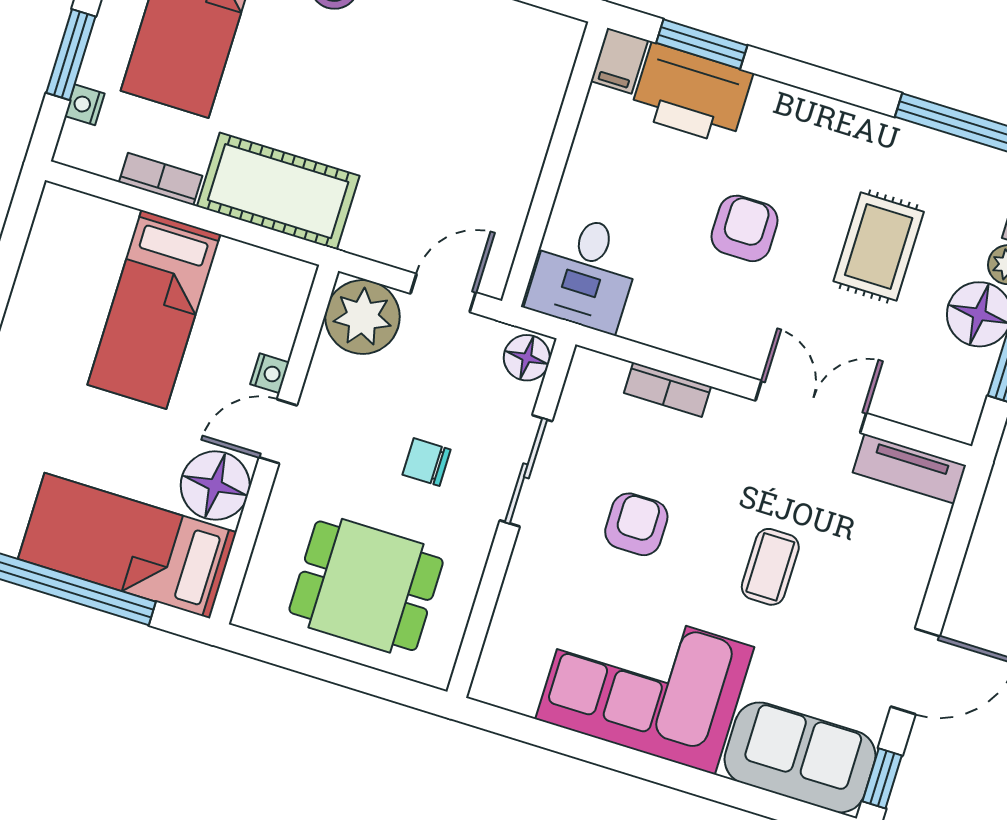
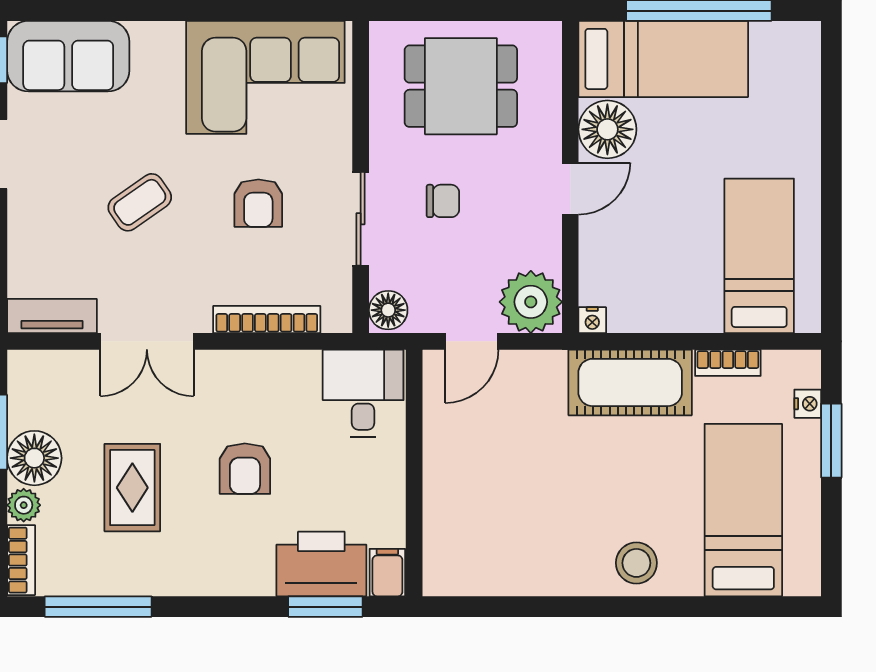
bed: (154, 310) -> (759, 256), moved
nightstand: (270, 373) -> (592, 320), moved, turned -90
bookcase: (668, 390) -> (267, 319), width x1.56
coffee table: (770, 567) -> (140, 202), turned 55
corner sofa: (645, 683) -> (265, 77), moved

